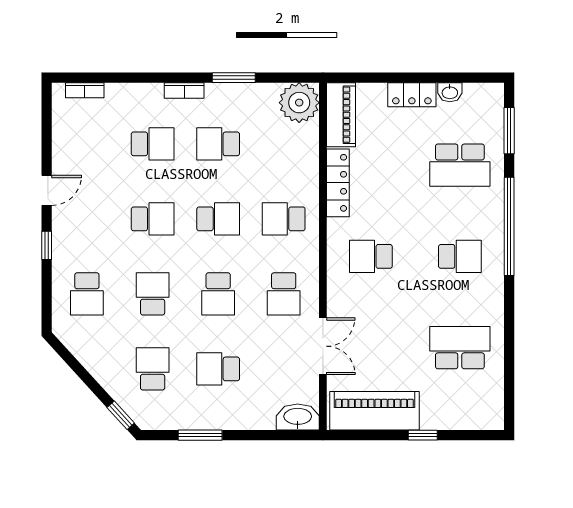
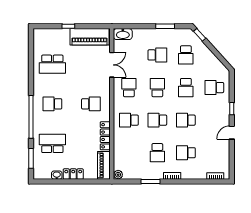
plant: (299, 103) -> (118, 175), width x0.53, depth x0.53
school desk: (218, 144) -> (157, 153), turned 90
school desk: (284, 219) -> (129, 120), turned 180
school desk: (87, 294) -> (214, 88), turned -90
double door: (323, 346) -> (112, 65), swing flipped

